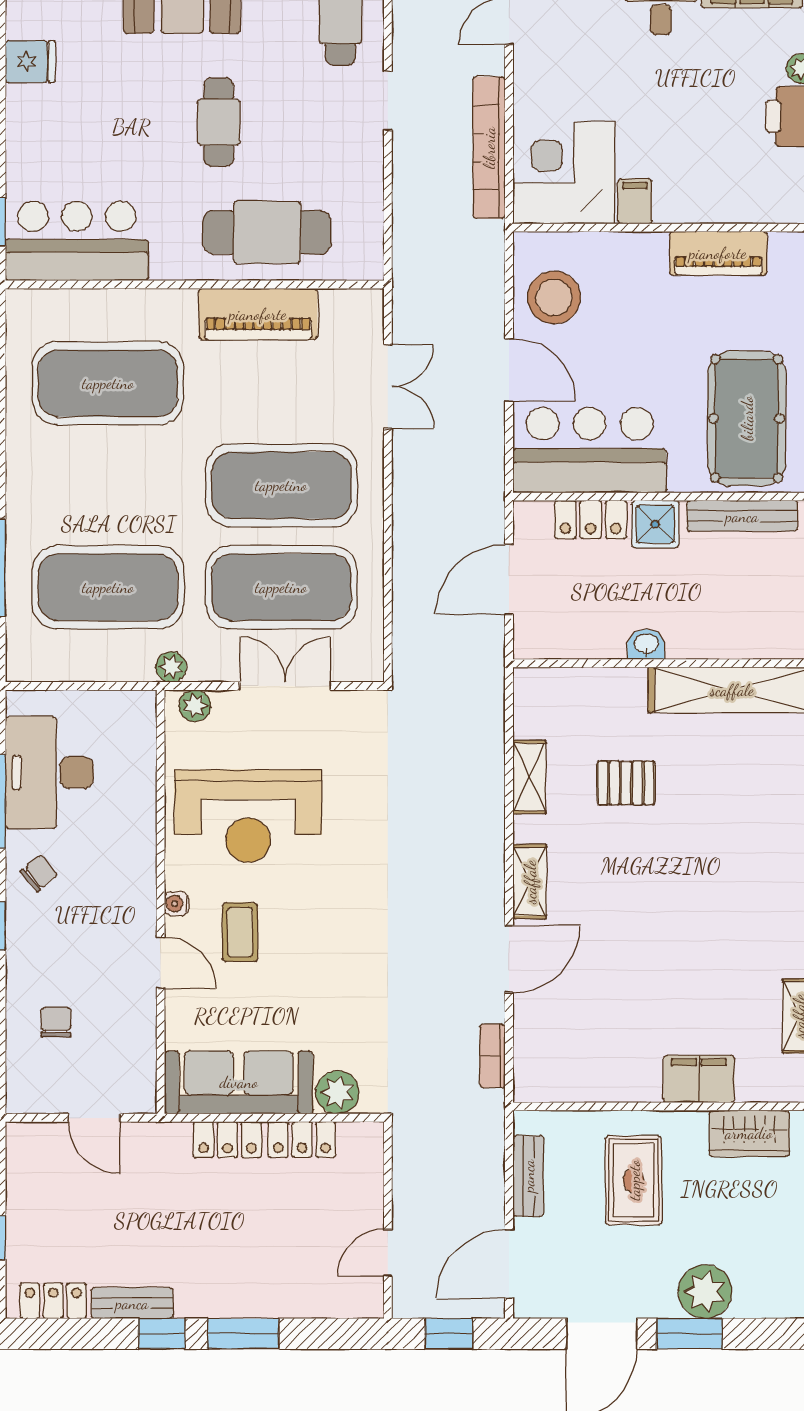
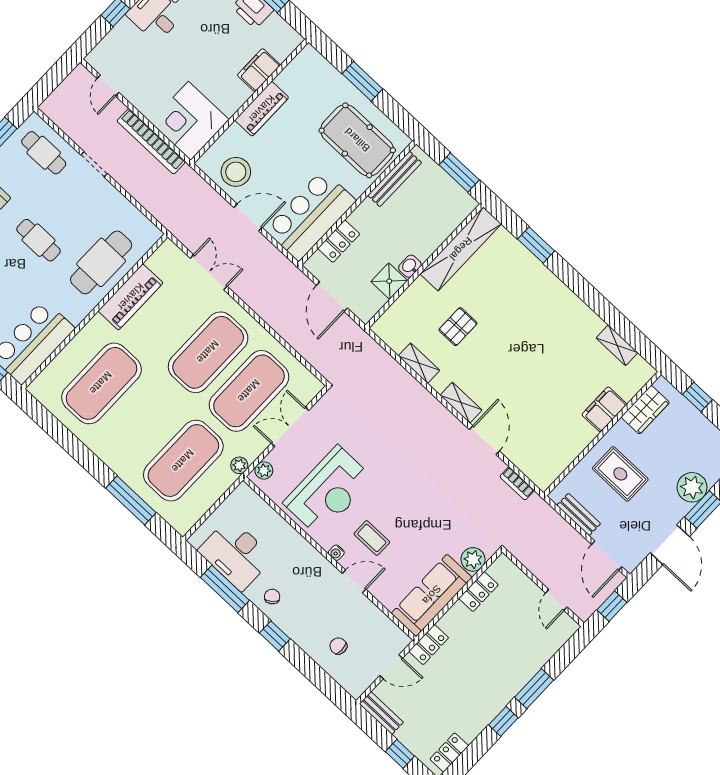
filing cabinet: (635, 201) -> (259, 70), moved, width x2.00
piano: (718, 253) -> (262, 109), moved
shower: (655, 524) -> (389, 281), moved
locker: (227, 1140) -> (429, 645), moved
bench: (132, 1303) -> (381, 713), moved, turned 90

